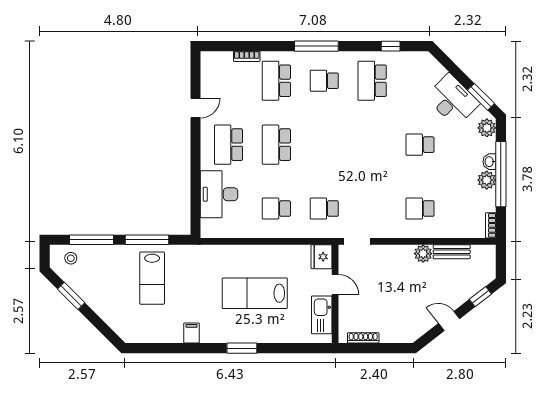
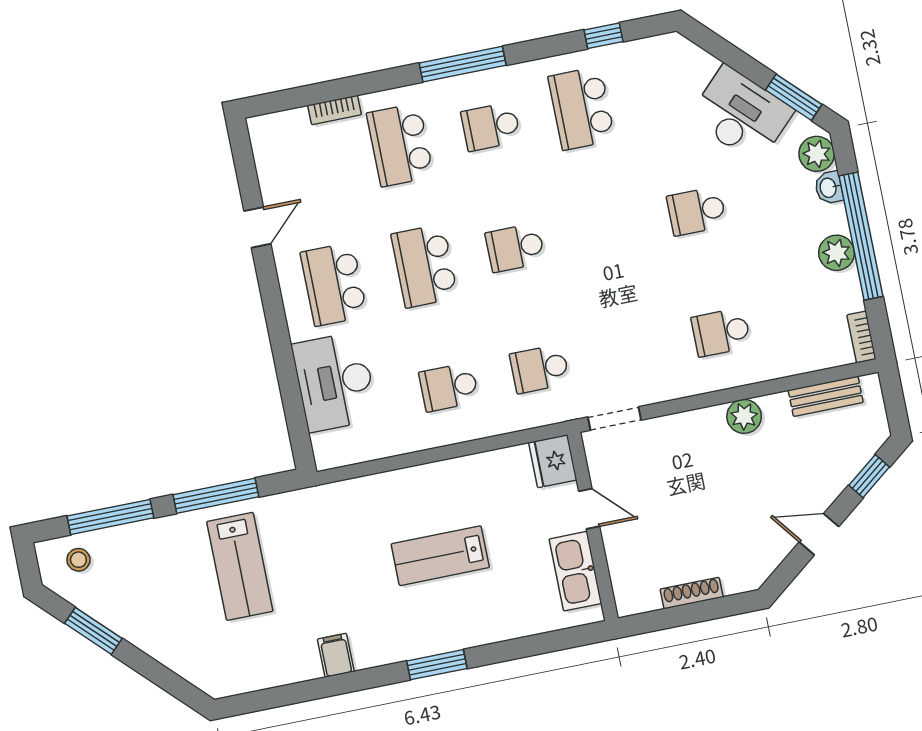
school desk: (324, 145) -> (515, 248), added
washbasin: (489, 162) -> (829, 188), moved
bench: (452, 252) -> (826, 396), moved
lab bench: (255, 293) -> (440, 556), width x0.73, depth x0.72
shoe rack: (363, 338) -> (692, 593), moved

